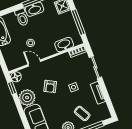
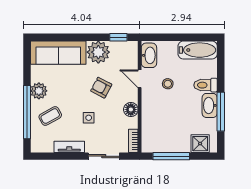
washbasin: (64, 45) -> (149, 55), moved
door: (34, 63) -> (140, 79), swing flipped
floor lamp: (16, 77) -> (131, 110), moved

